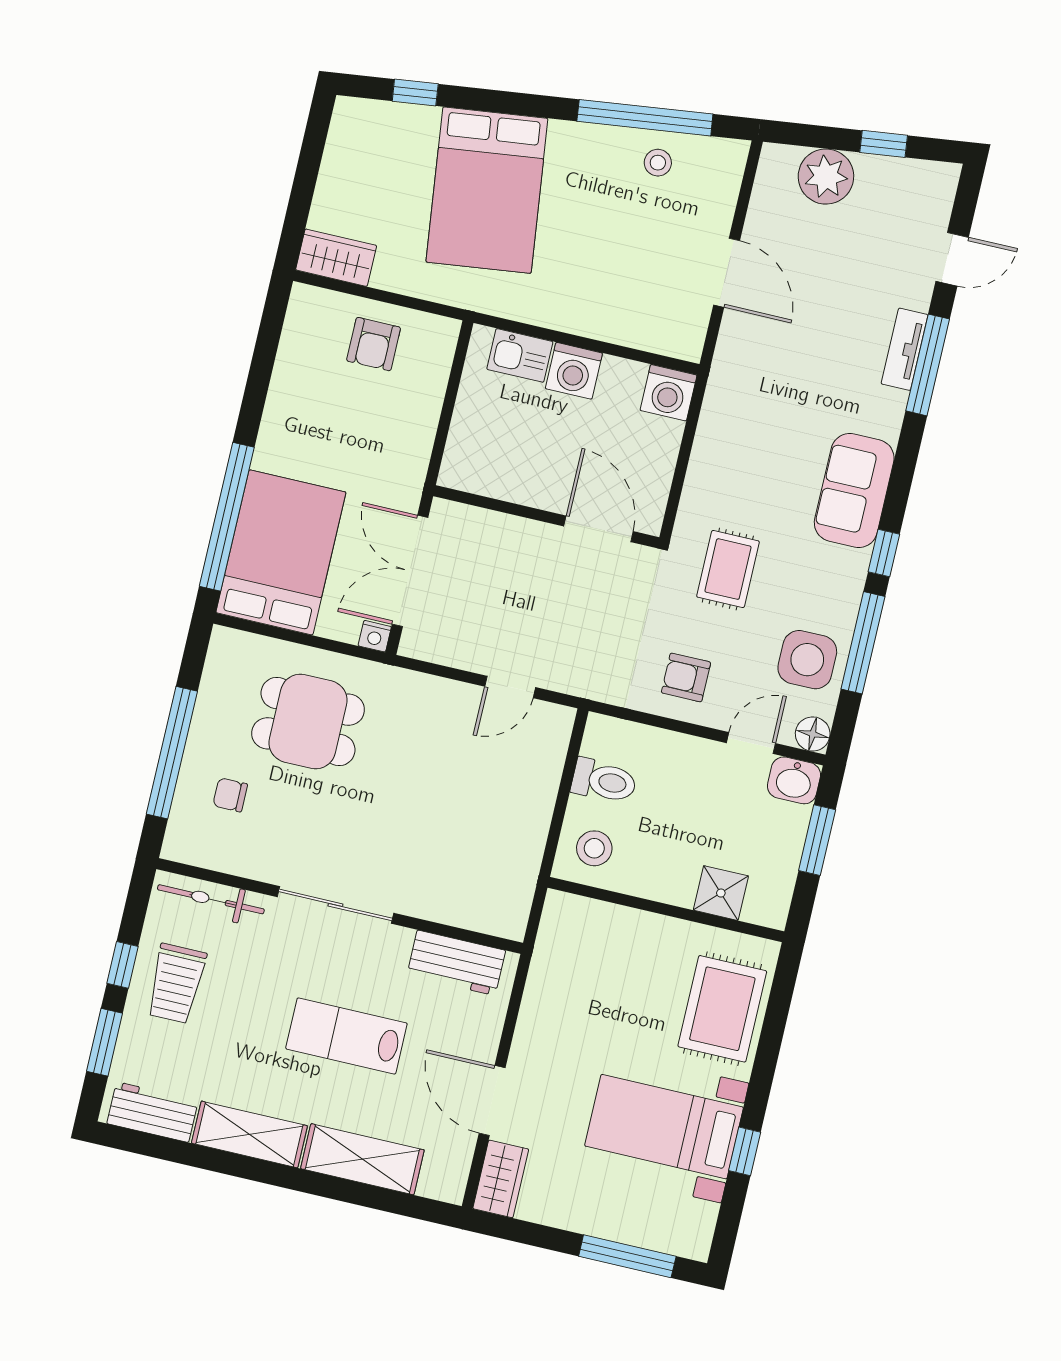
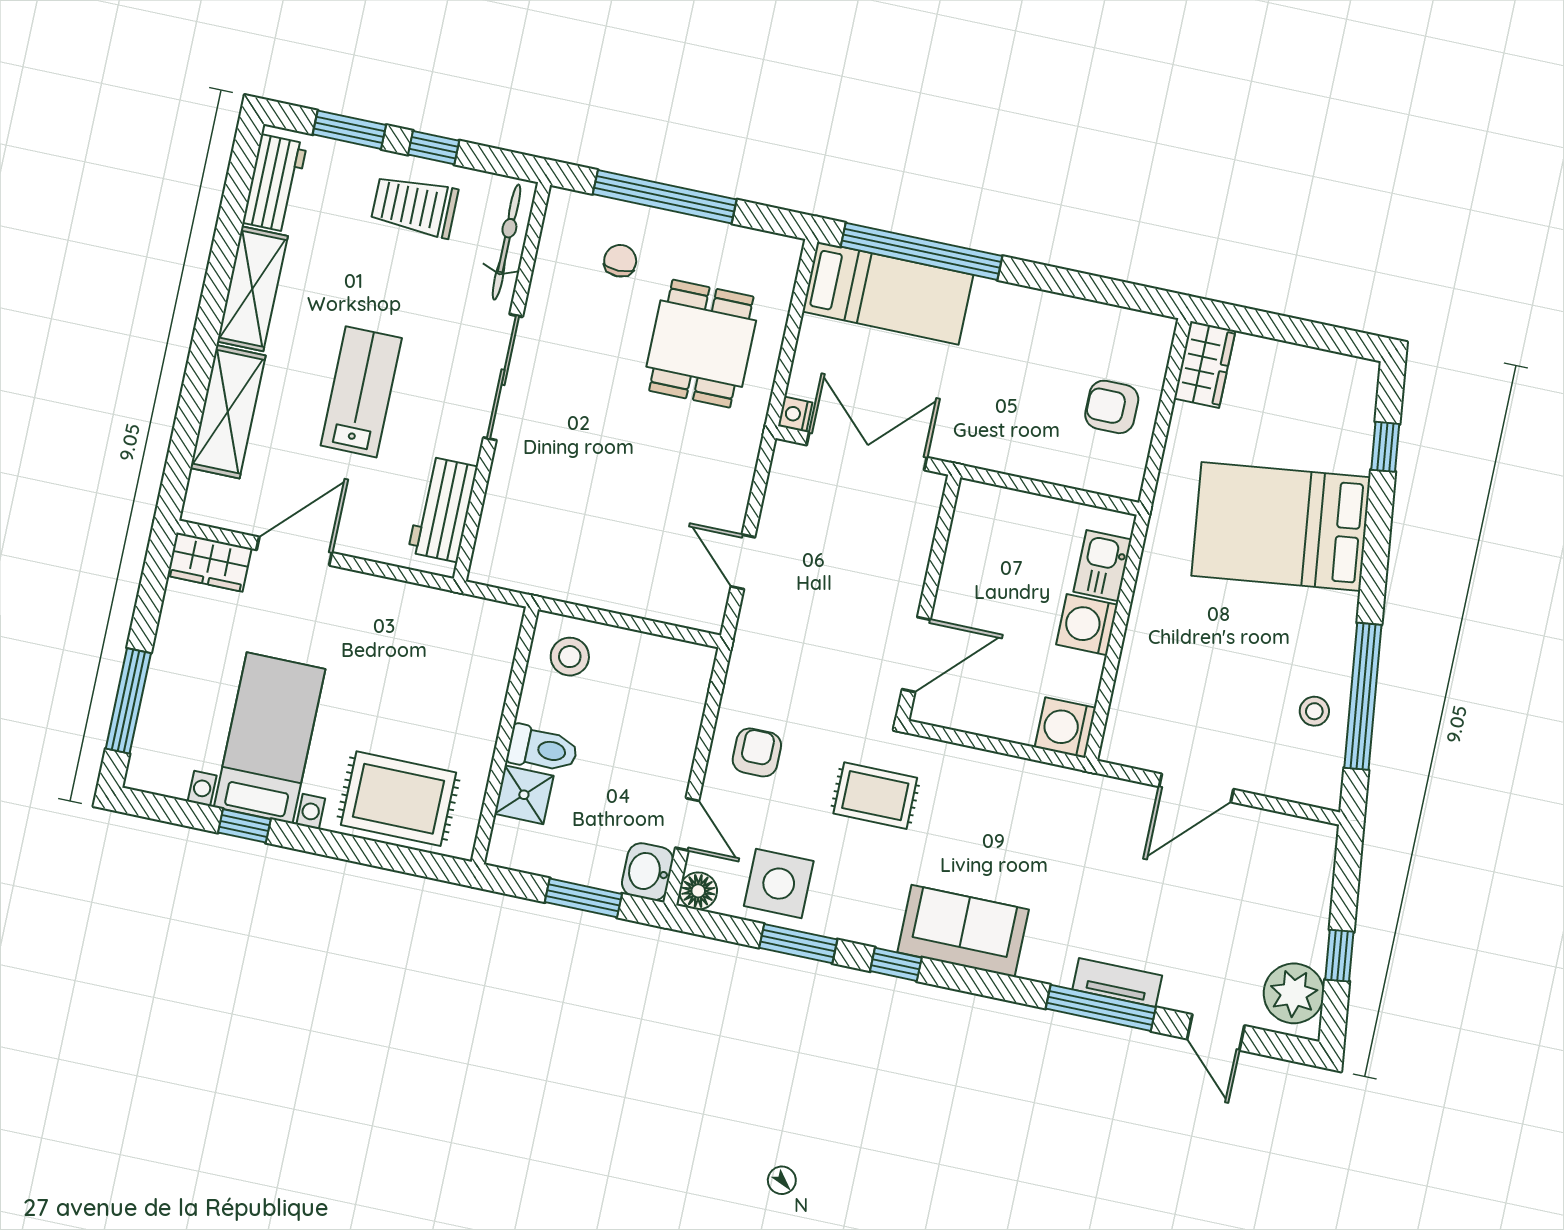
plant: (826, 177) -> (1294, 993), moved
bed: (281, 552) -> (888, 293), width x0.67
window: (863, 643) -> (798, 944), width x0.69
toilet: (604, 781) -> (542, 749), moved, turned -90

